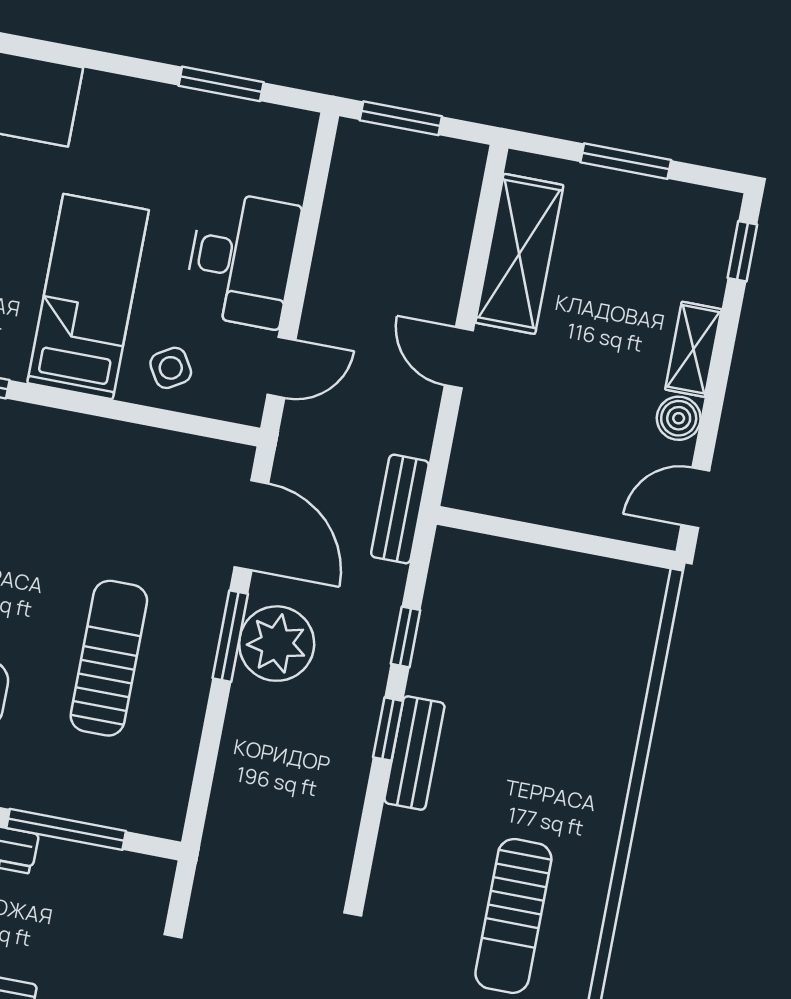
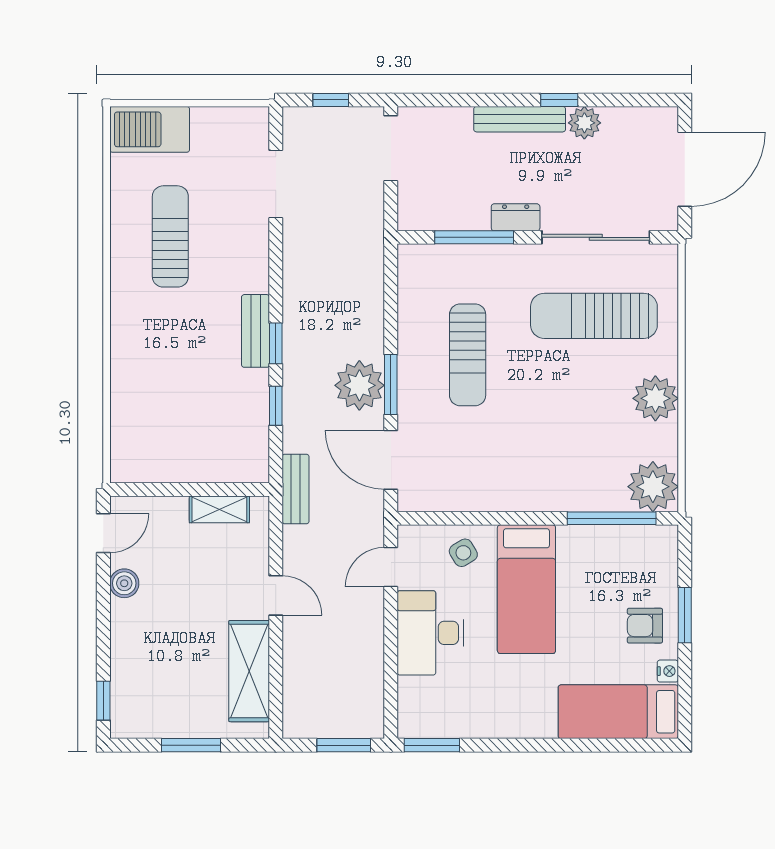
window: (221, 84) -> (432, 745), moved
shelving: (693, 349) -> (219, 509), moved, turned 90

